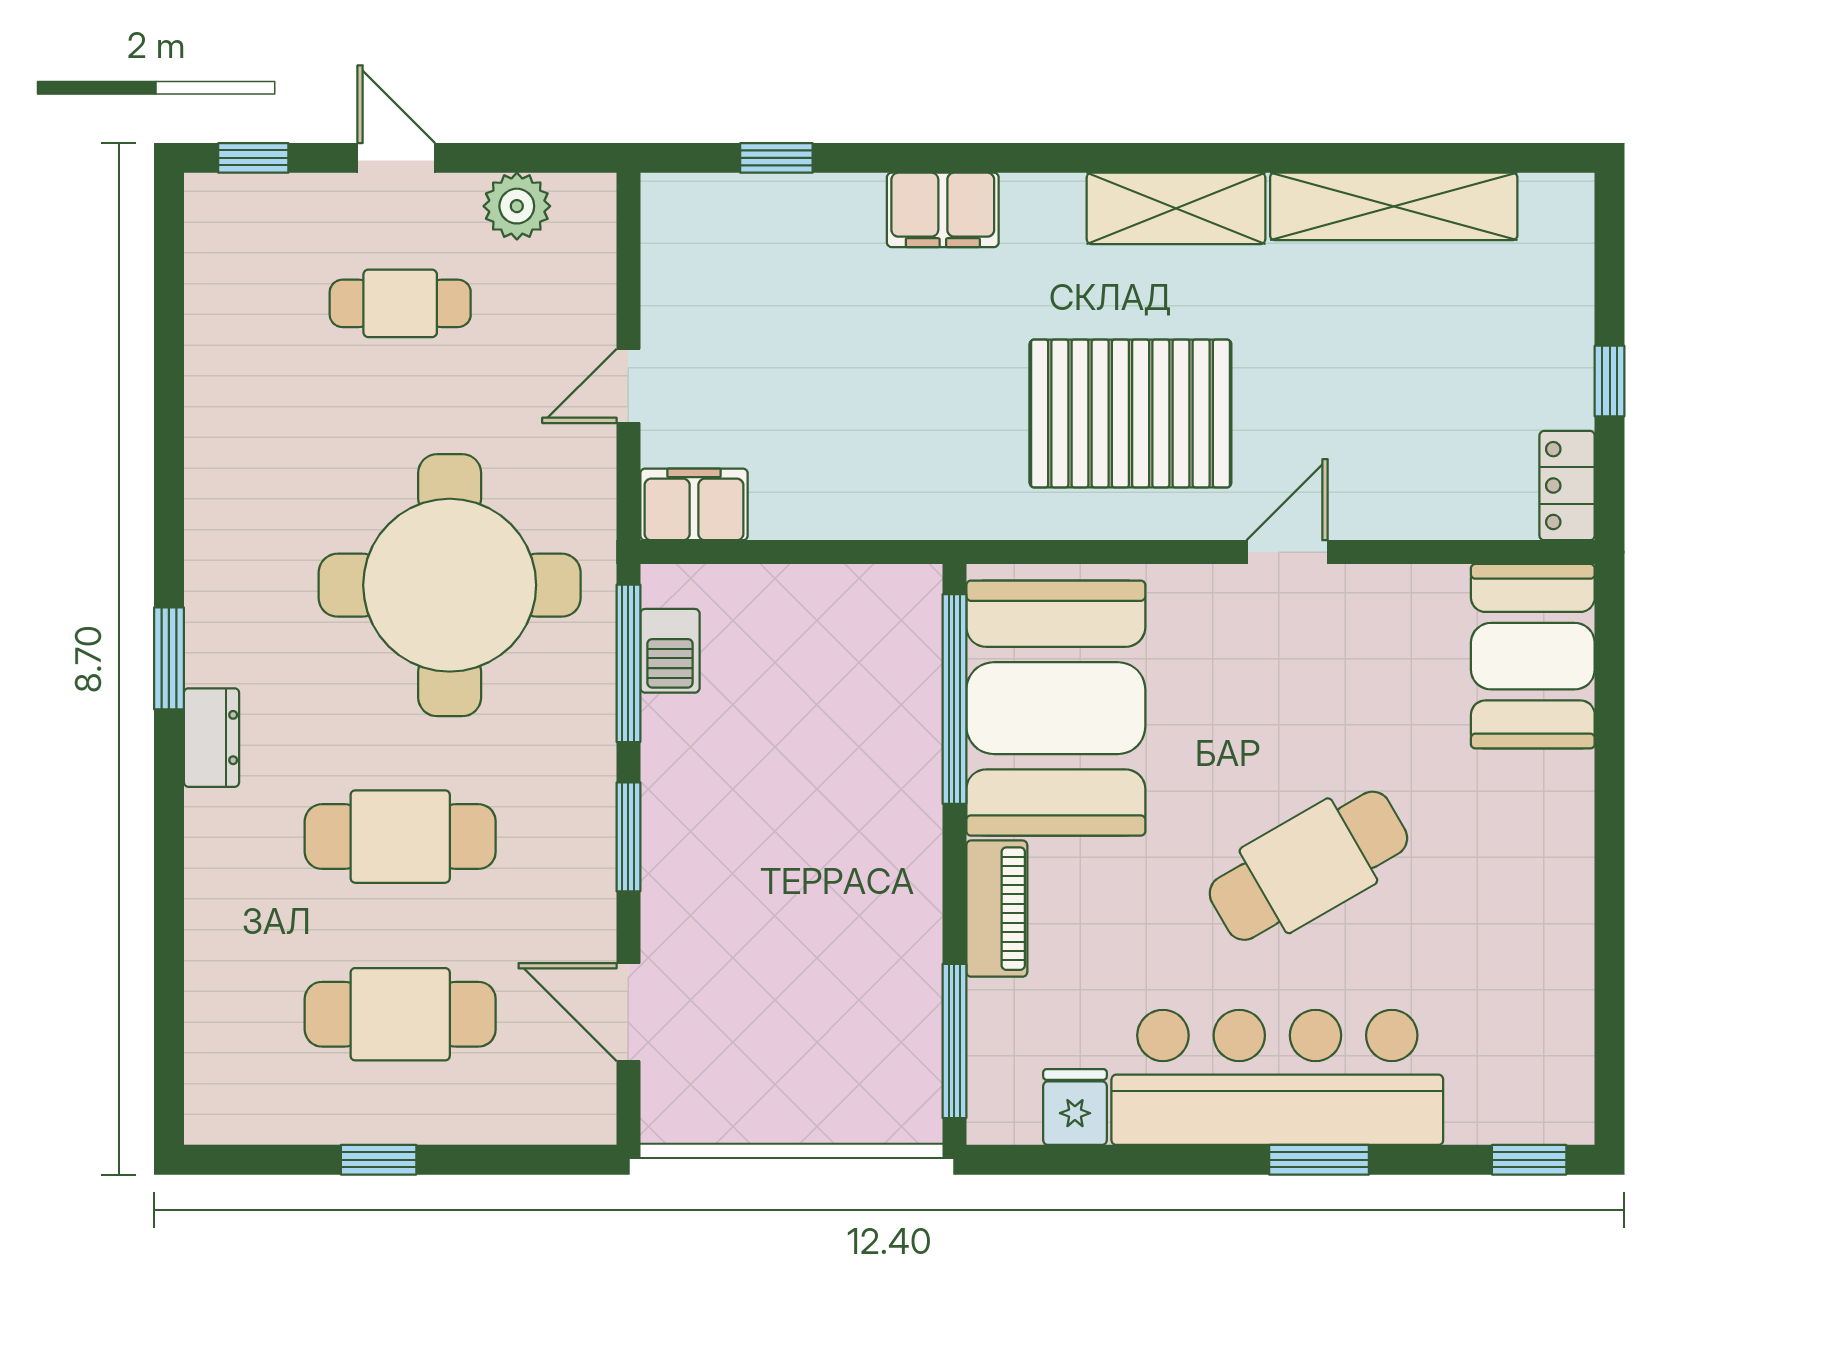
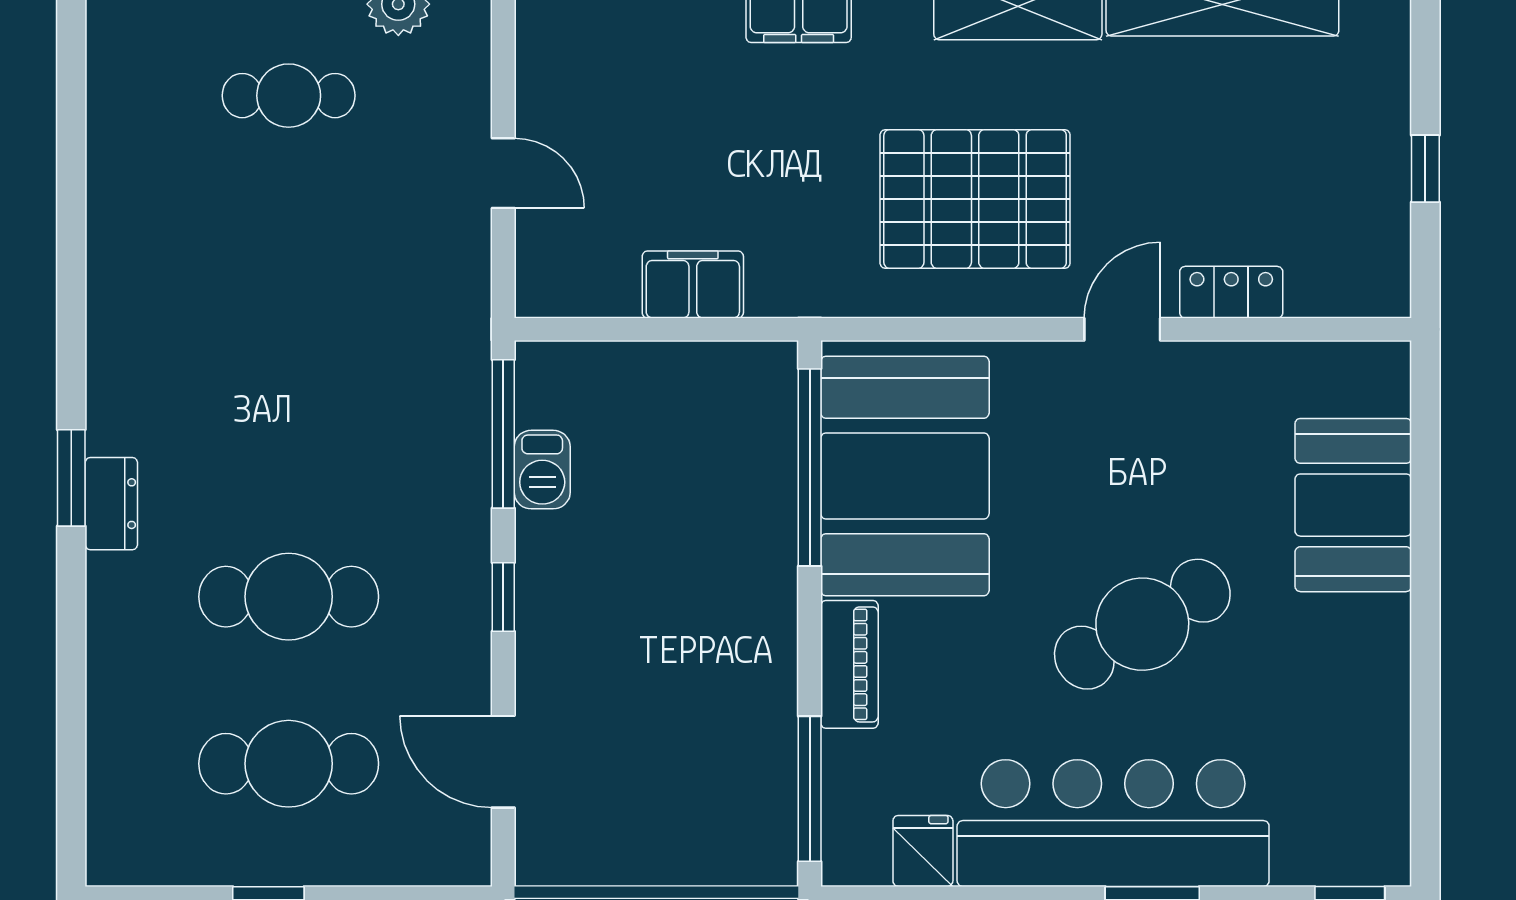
door: (628, 386) -> (503, 173), swing flipped
locker: (1567, 486) -> (1231, 292), moved, turned 90
filing cabinet: (694, 504) -> (693, 285), moved
round table: (450, 585) -> (335, 360), removed
barbecue: (670, 651) -> (542, 470), moved
booth: (1533, 656) -> (1353, 505), moved
window: (169, 658) -> (71, 478), moved
window: (628, 837) -> (503, 597), width x0.67

